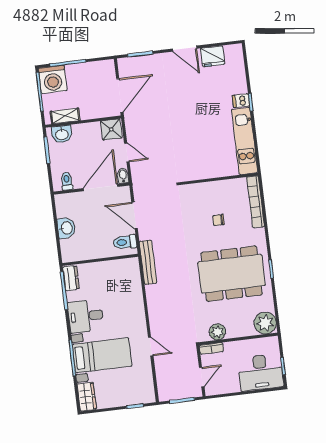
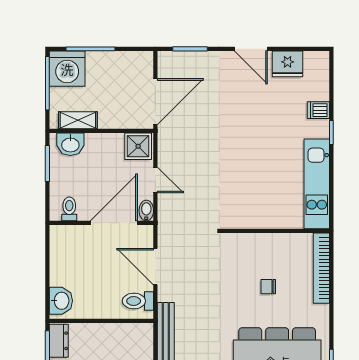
dishwasher: (241, 101) -> (318, 110), moved
washbasin: (66, 228) -> (61, 301), moved

